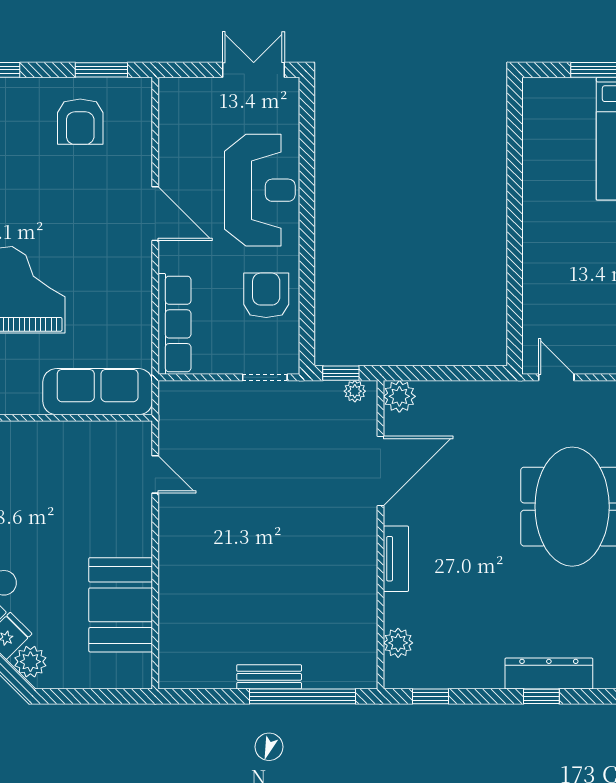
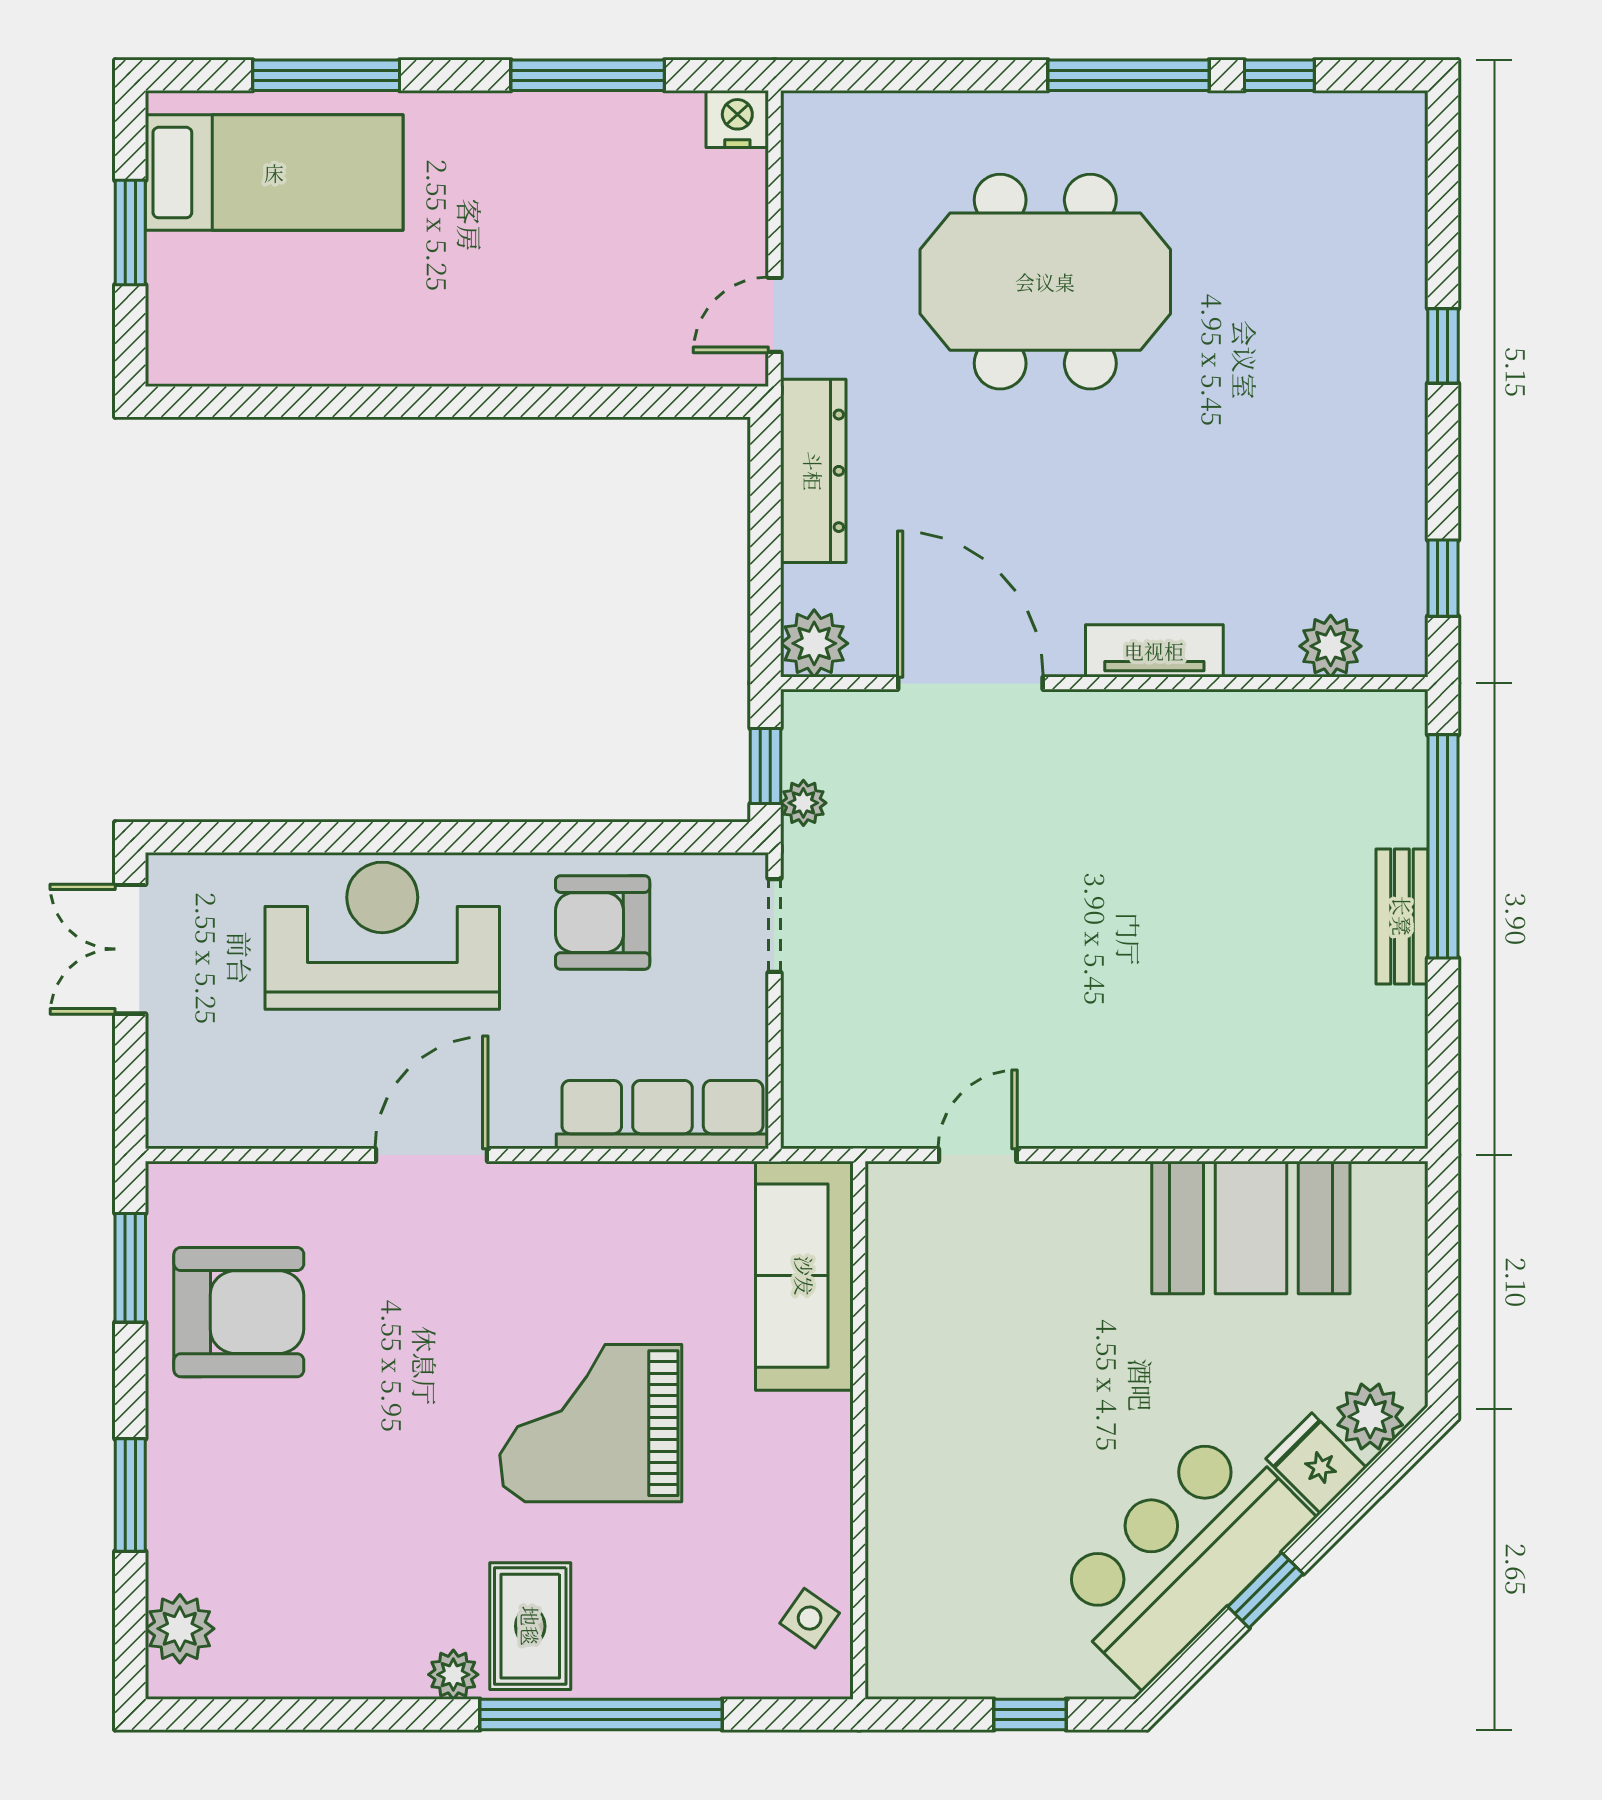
armchair: (80, 122) -> (239, 1312), width x1.36, depth x1.36
plant: (355, 391) -> (803, 803), moved
dresser: (549, 674) -> (813, 471), moved, turned 180

